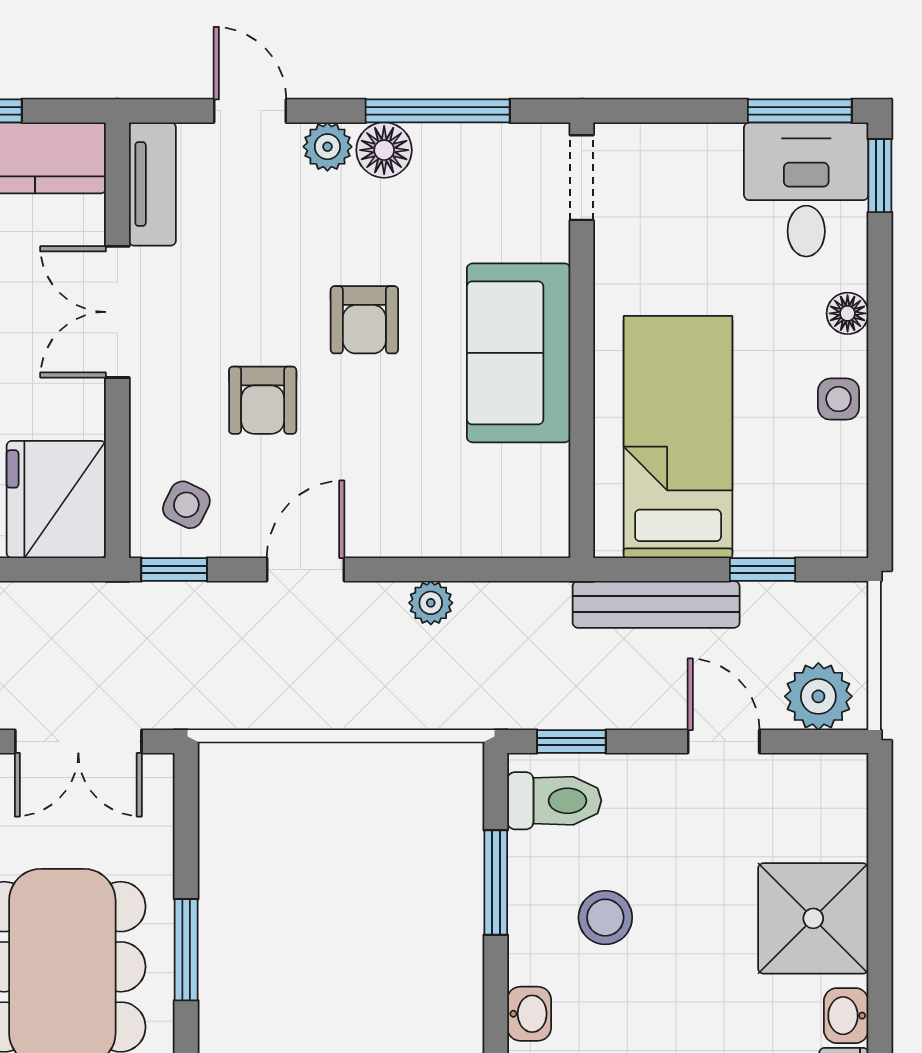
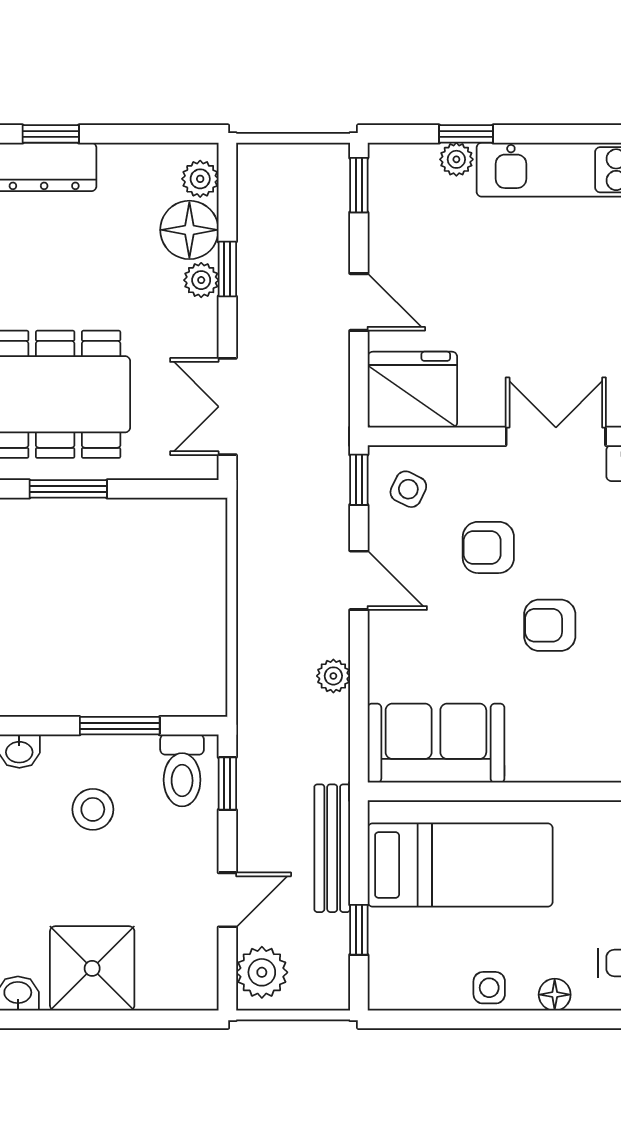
sofa: (519, 353) -> (436, 743), moved

